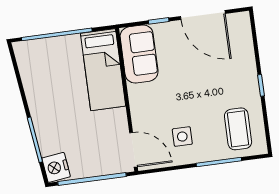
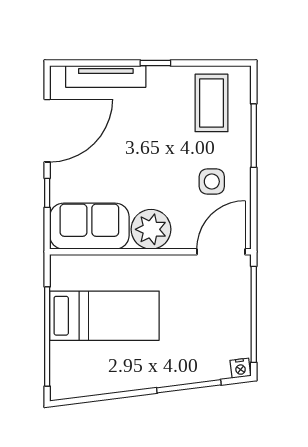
tv unit: (247, 51) -> (106, 76), added
bed: (103, 70) -> (104, 316), moved
plant: (143, 98) -> (151, 229), added
coffee table: (238, 129) -> (211, 103), turned 90
nightstand: (56, 167) -> (240, 368), width x0.53, depth x0.56

